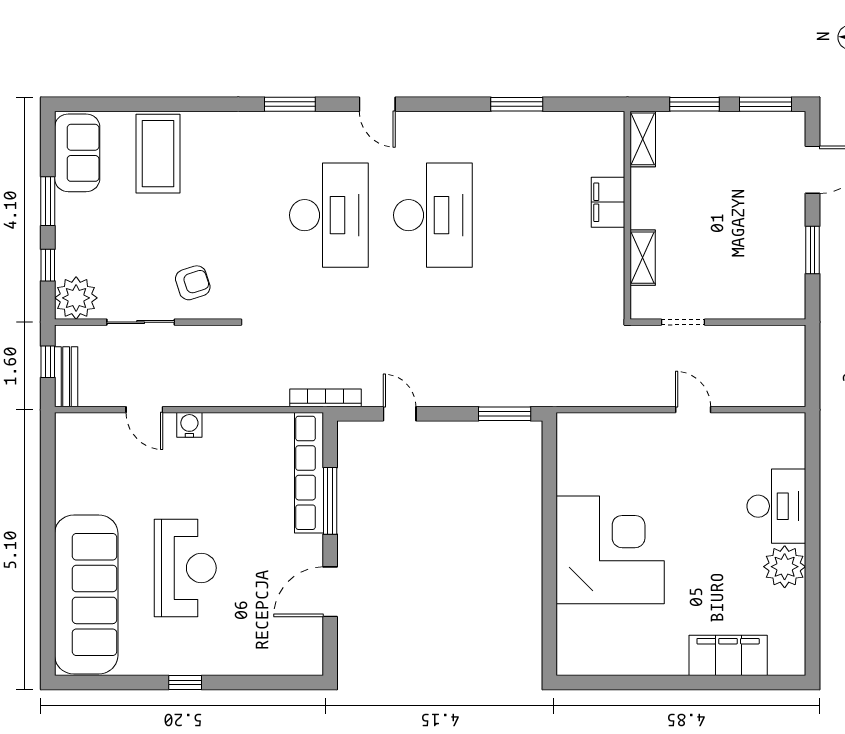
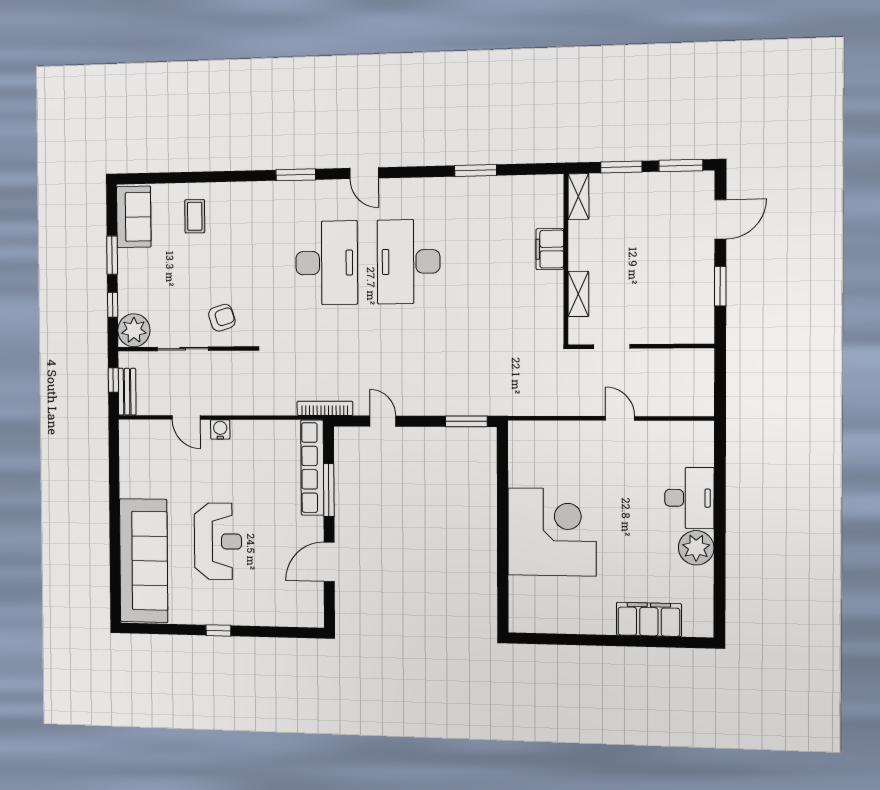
coffee table: (158, 154) -> (195, 216), width x0.54, depth x0.58
desk: (433, 215) -> (409, 262), turned 180

